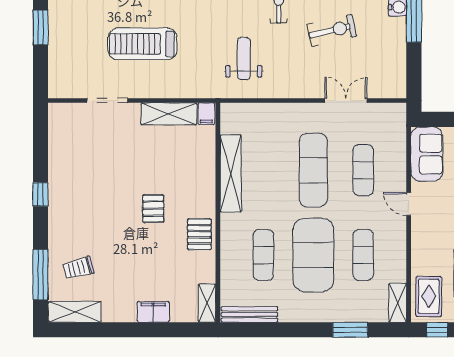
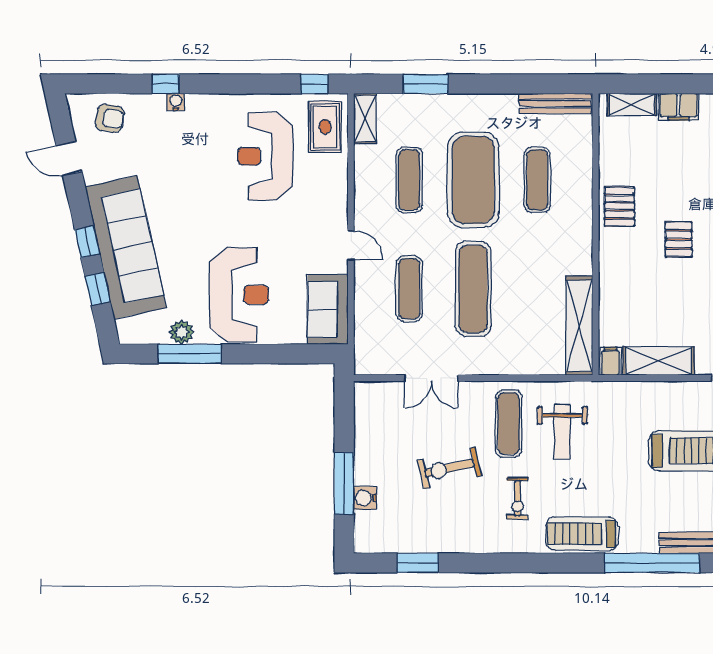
exercise mat: (286, 65) -> (509, 424), added
shelving: (231, 173) -> (579, 326), moved
shelving: (207, 303) -> (632, 105), moved, turned 90

